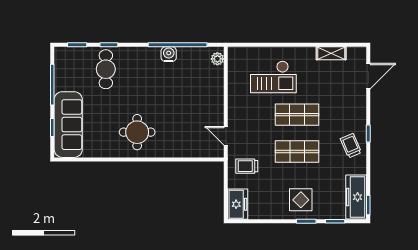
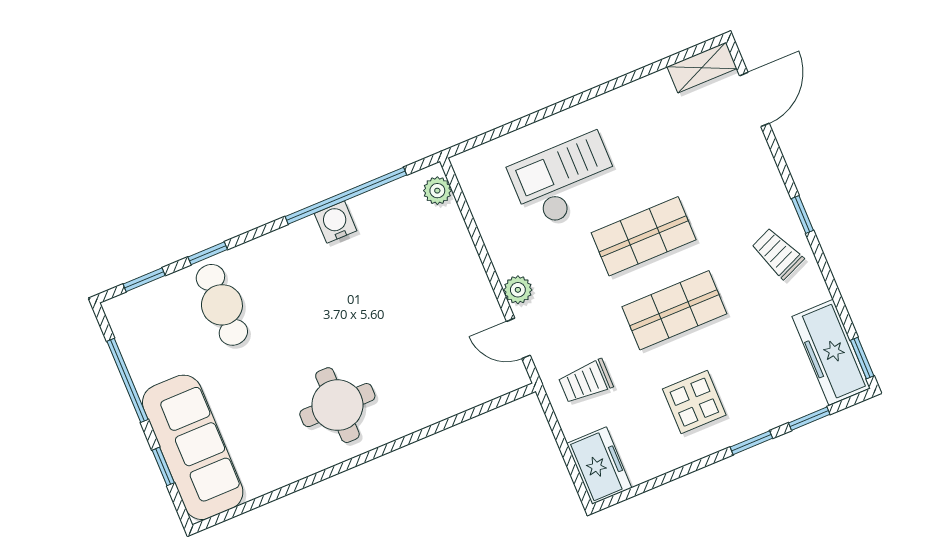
shelving: (331, 53) -> (702, 68), moved
checkout: (273, 77) -> (565, 180), turned 180
plant: (234, 115) -> (518, 290), added
display table: (301, 200) -> (694, 402), moved

